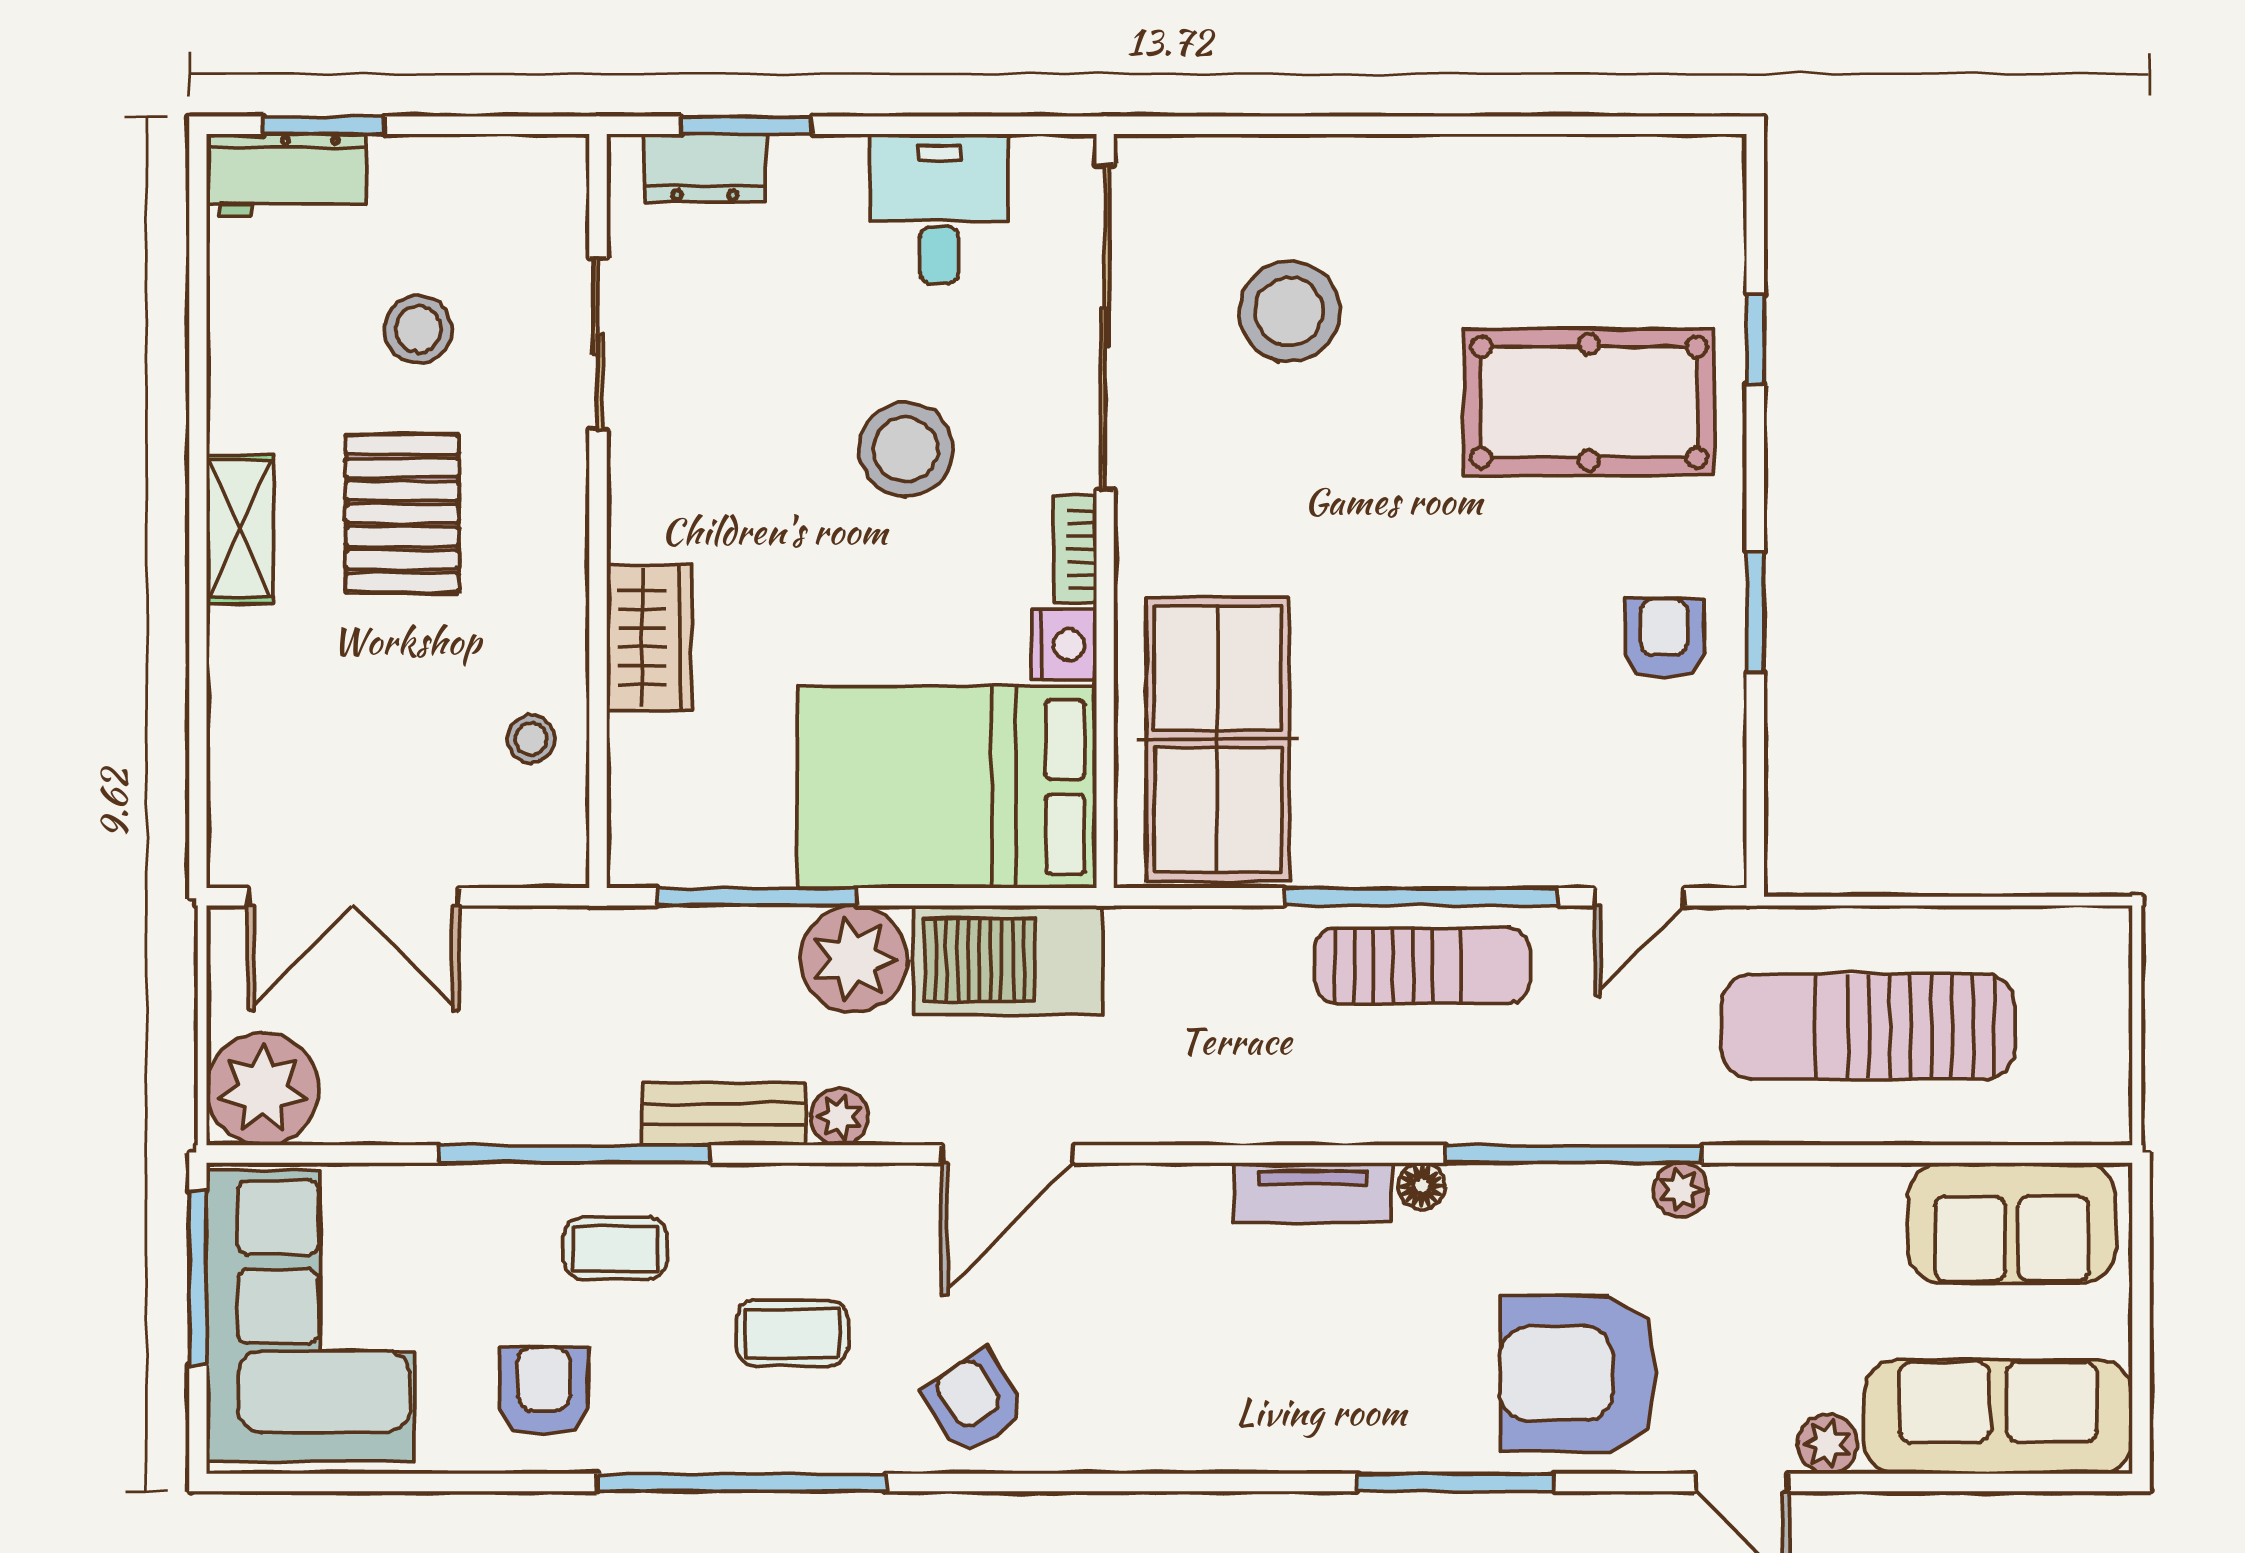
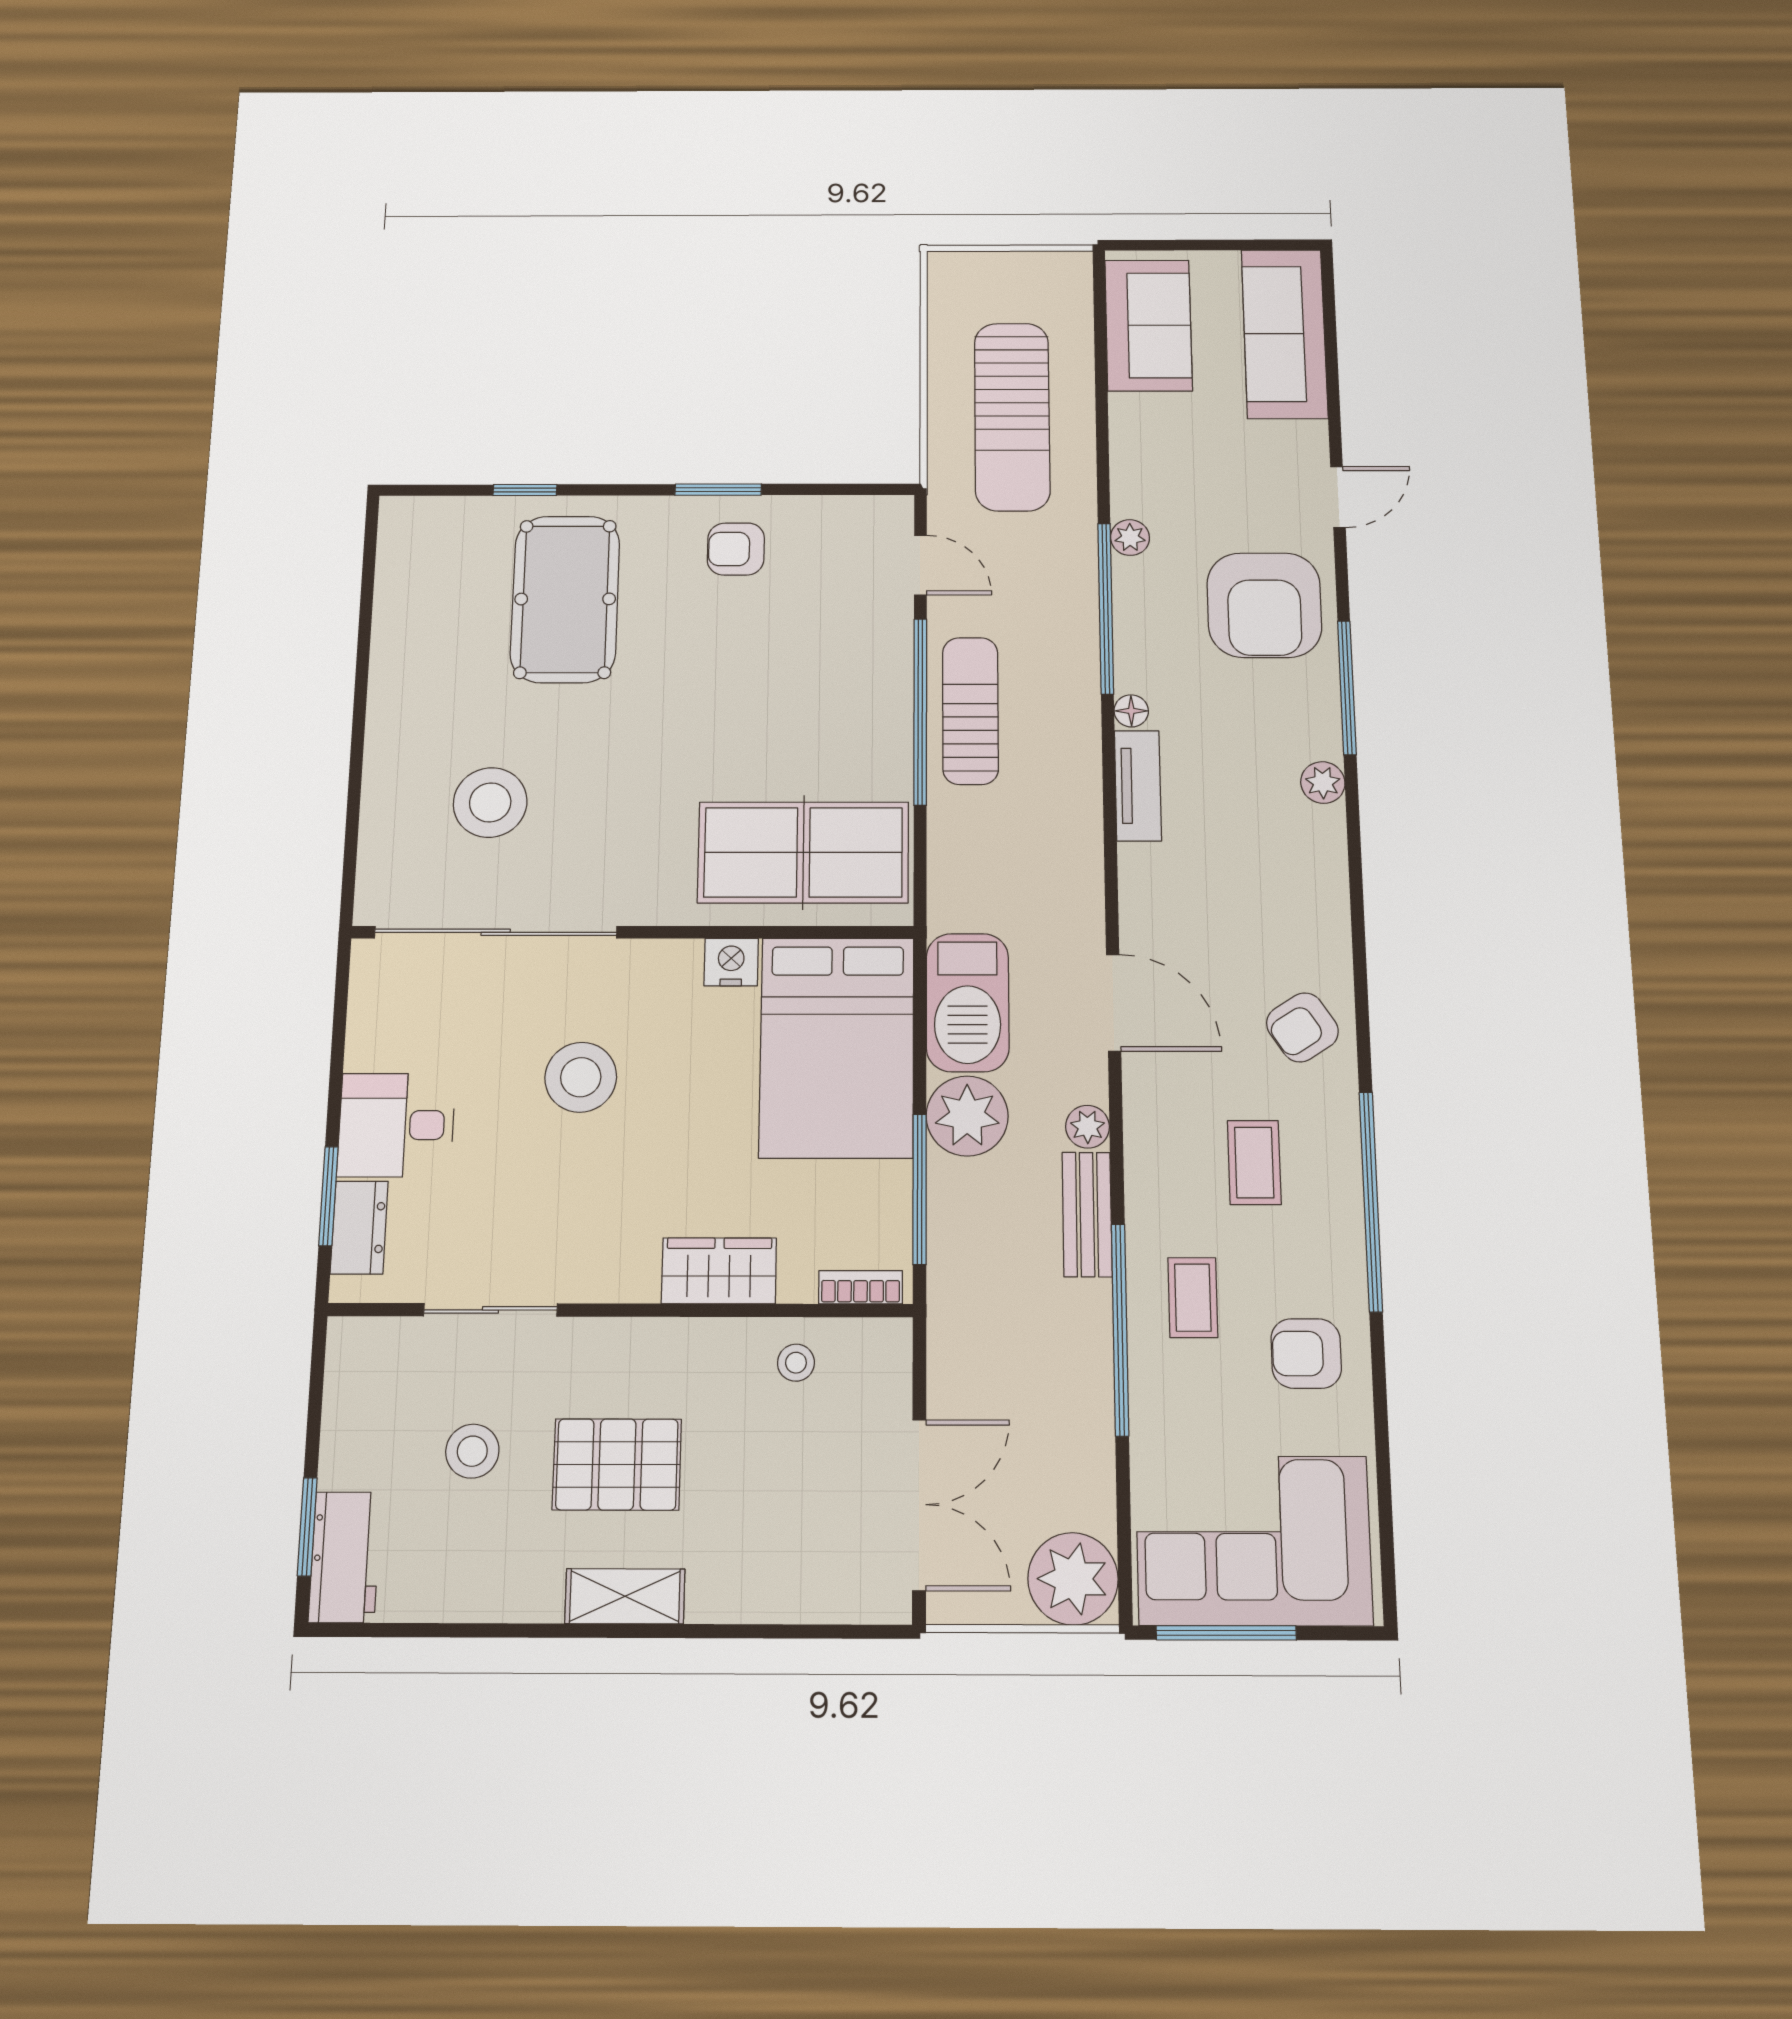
desk: (939, 209) -> (396, 1125), moved
bookcase: (1075, 549) -> (861, 1287), moved, turned 180
plant: (1828, 1444) -> (1323, 783), moved

